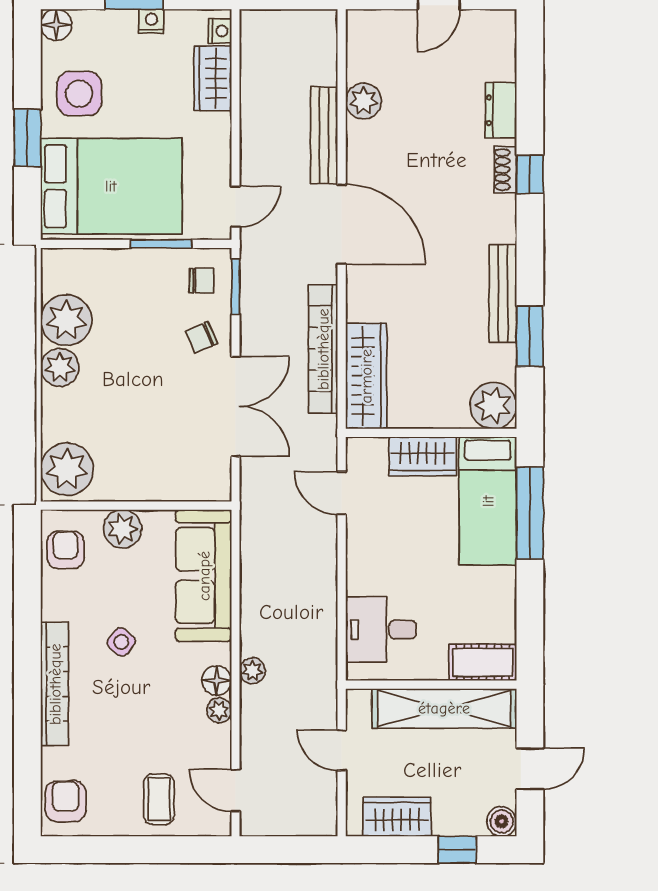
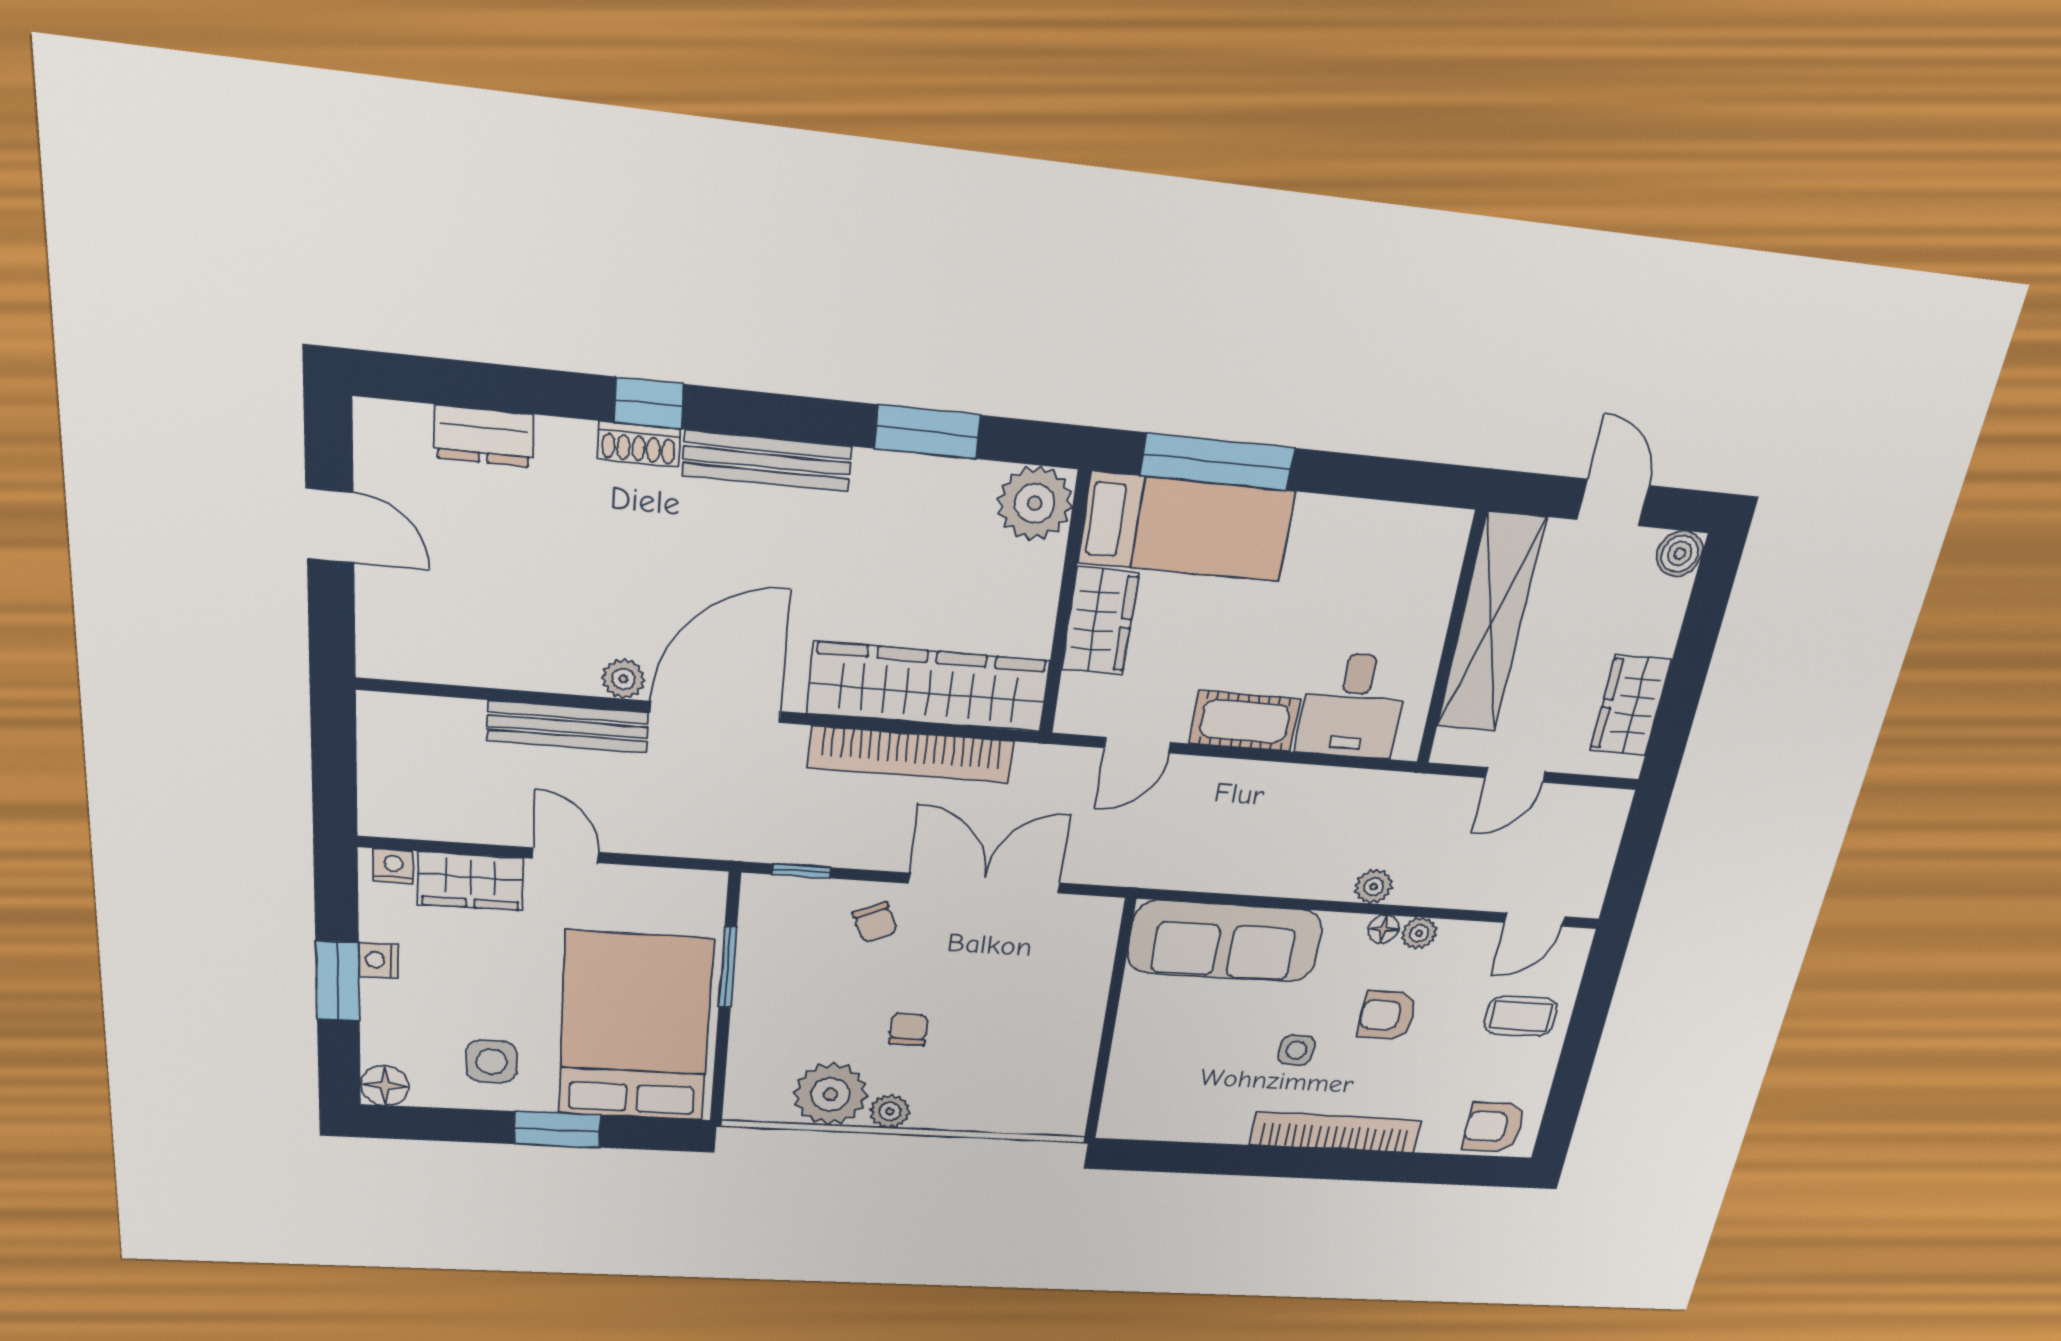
side table: (79, 94) -> (492, 1061), width x0.73, depth x0.73
plant: (363, 101) -> (623, 679), moved, width x0.73, depth x0.73
dresser: (501, 110) -> (484, 436), moved
door: (236, 207) -> (566, 855), moved
chair: (202, 281) -> (908, 1029), moved
window: (236, 287) -> (802, 871), width x0.67
bench: (503, 293) -> (767, 461), moved
plant: (60, 367) -> (890, 1111), width x0.73, depth x0.73
wardrobe: (366, 376) -> (929, 687), width x1.40, depth x1.17
plant: (67, 469) -> (1044, 1104), removed
plant: (122, 529) -> (1139, 1040), removed
armchair: (66, 550) -> (1388, 1015), moved
side table: (121, 642) -> (1296, 1050), turned -35
cot: (483, 662) -> (1245, 721), moved, turned 90
floor lamp: (217, 680) -> (1383, 929), width x0.73, depth x0.73
window: (457, 850) -> (1702, 623), removed

